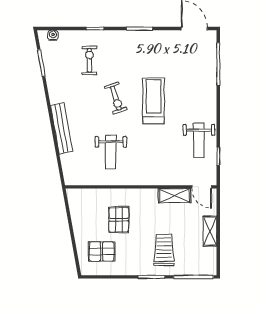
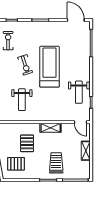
treadmill: (154, 101) -> (50, 67), width x1.37, depth x1.38
shelving: (174, 196) -> (51, 128), moved

